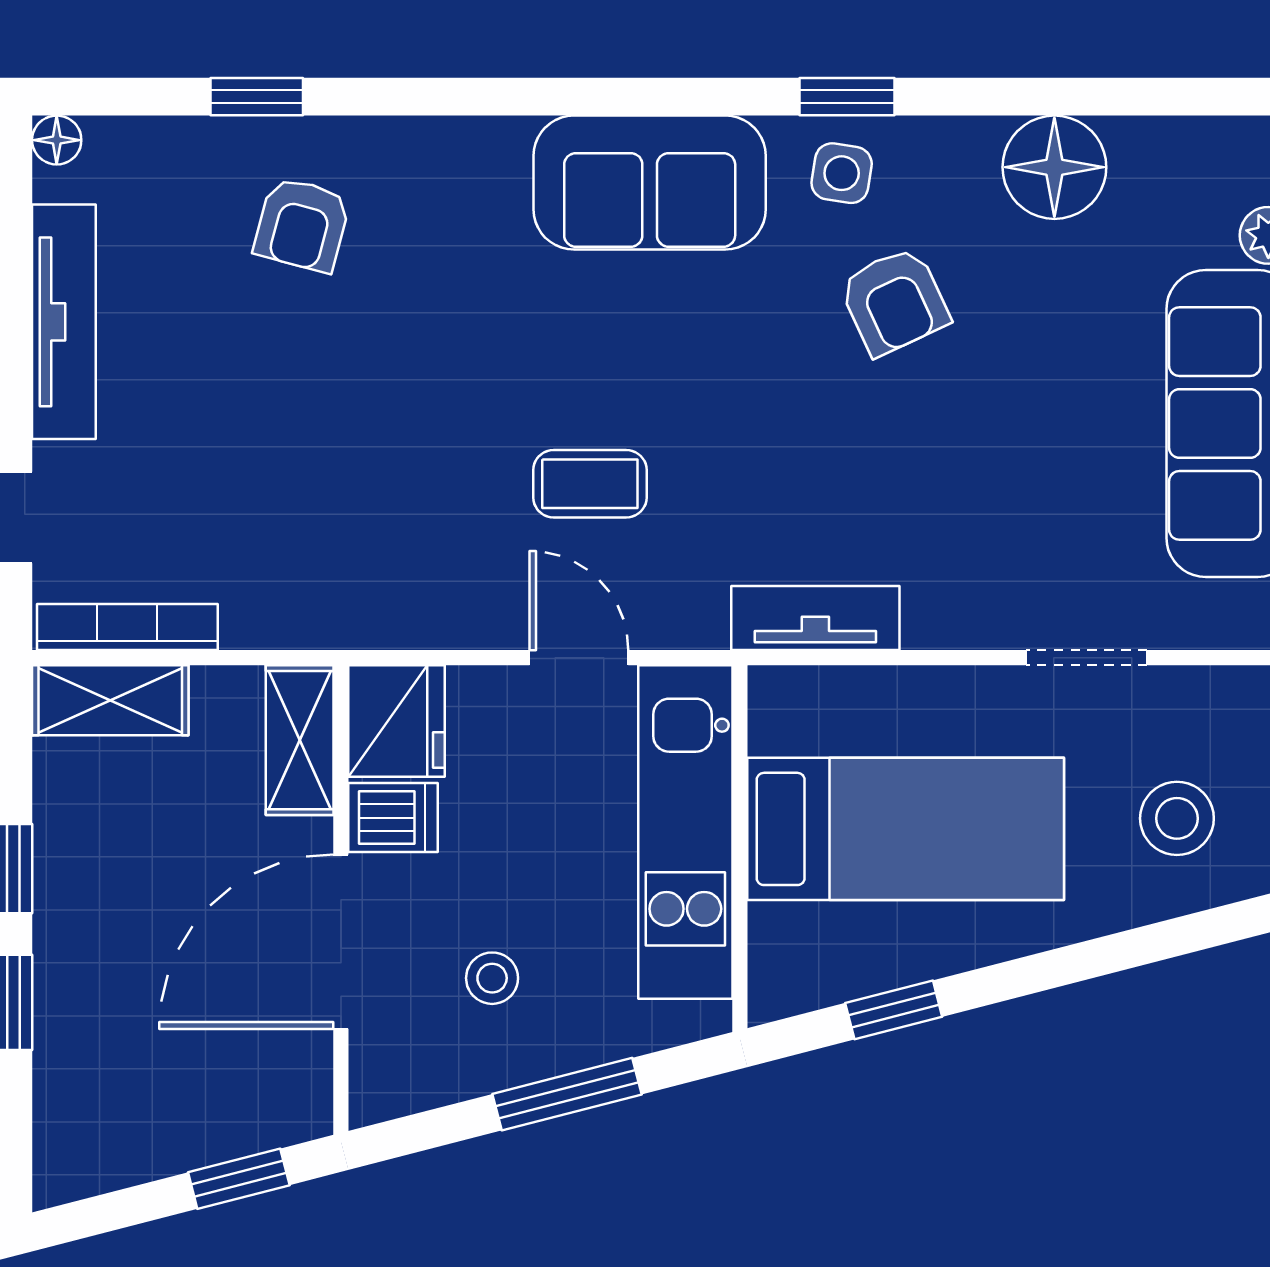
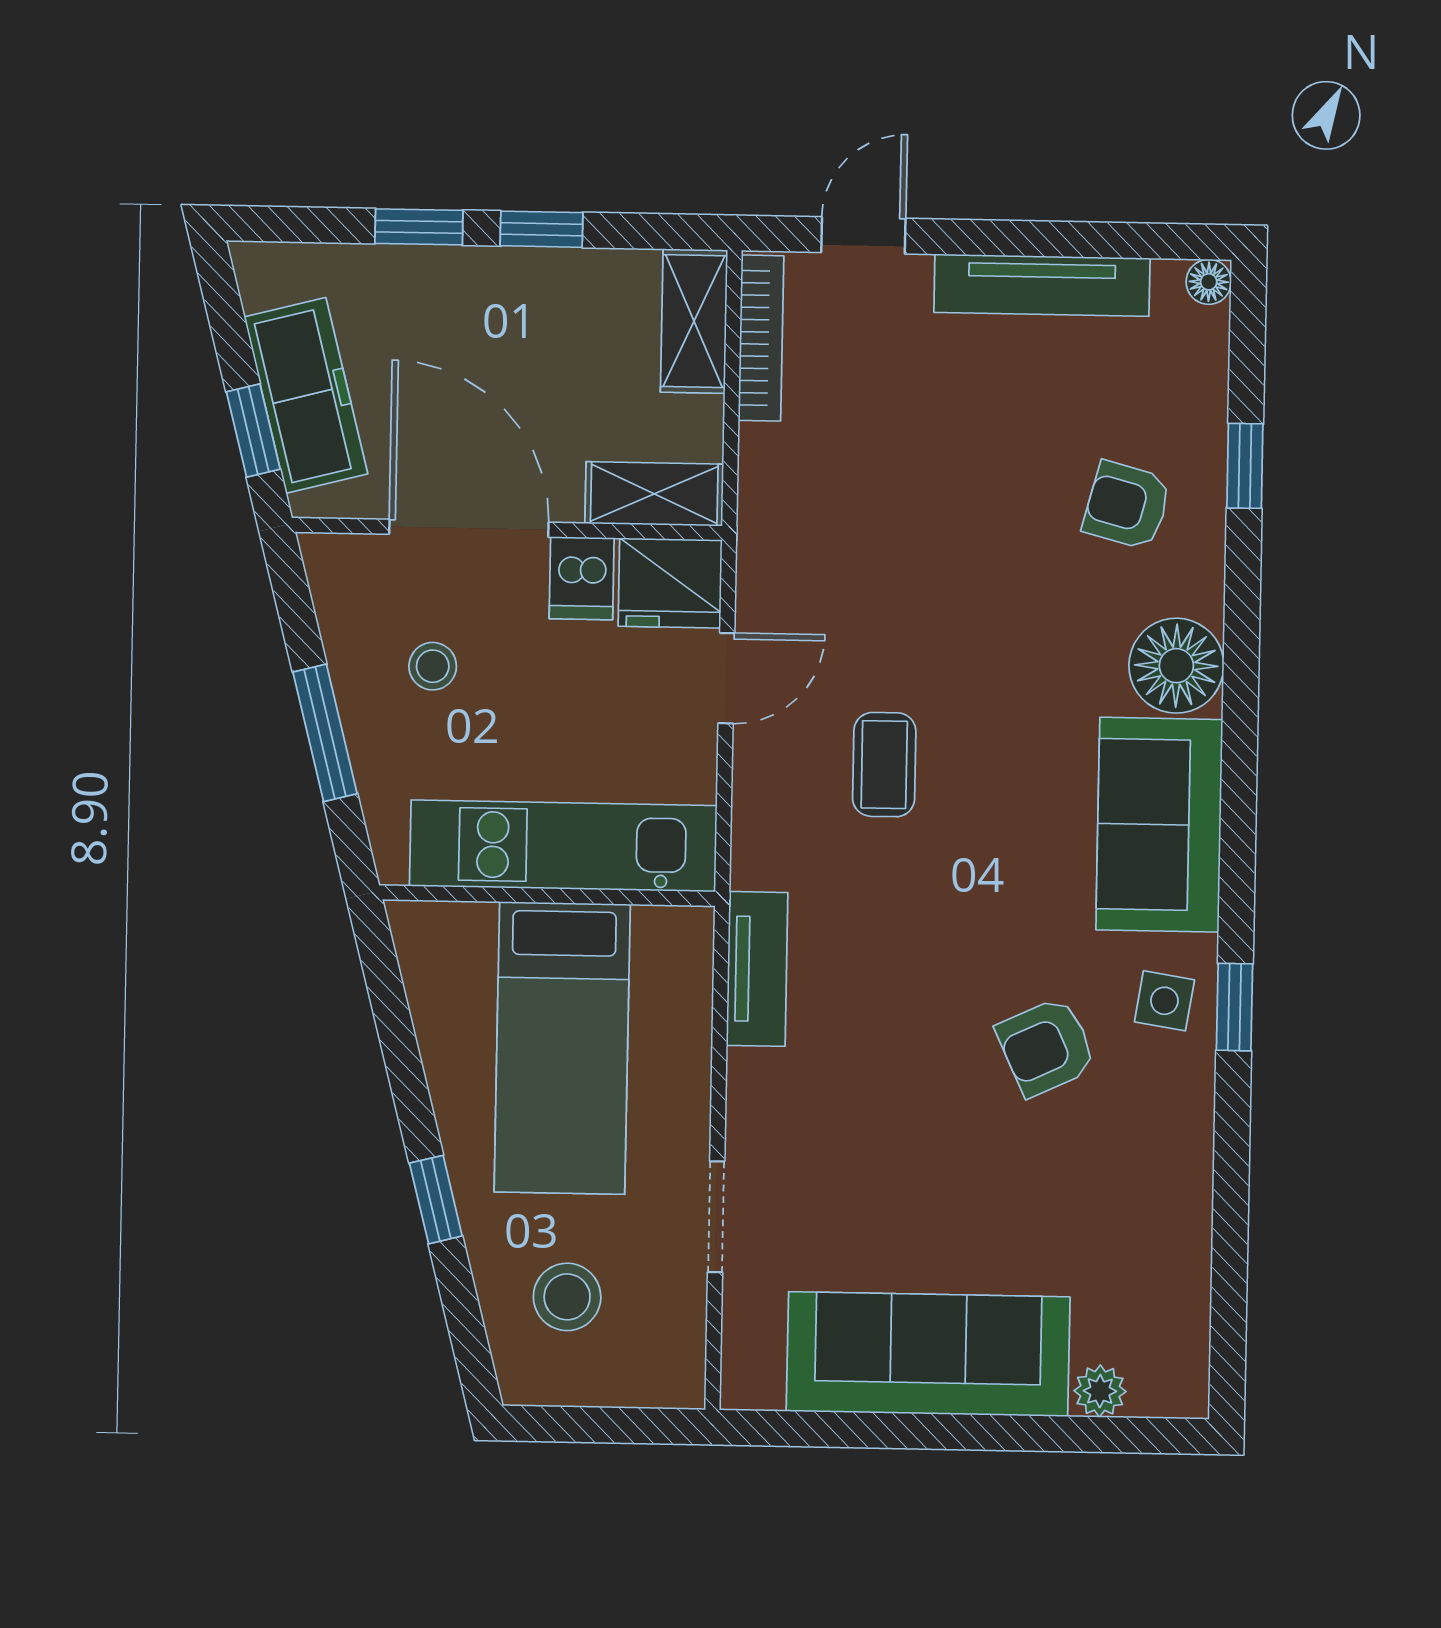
floor lamp: (1054, 167) -> (1176, 666), moved
door: (579, 658) -> (726, 678), moved
window: (894, 1010) -> (436, 1200), moved
freezer: (200, 1122) -> (306, 395), added

